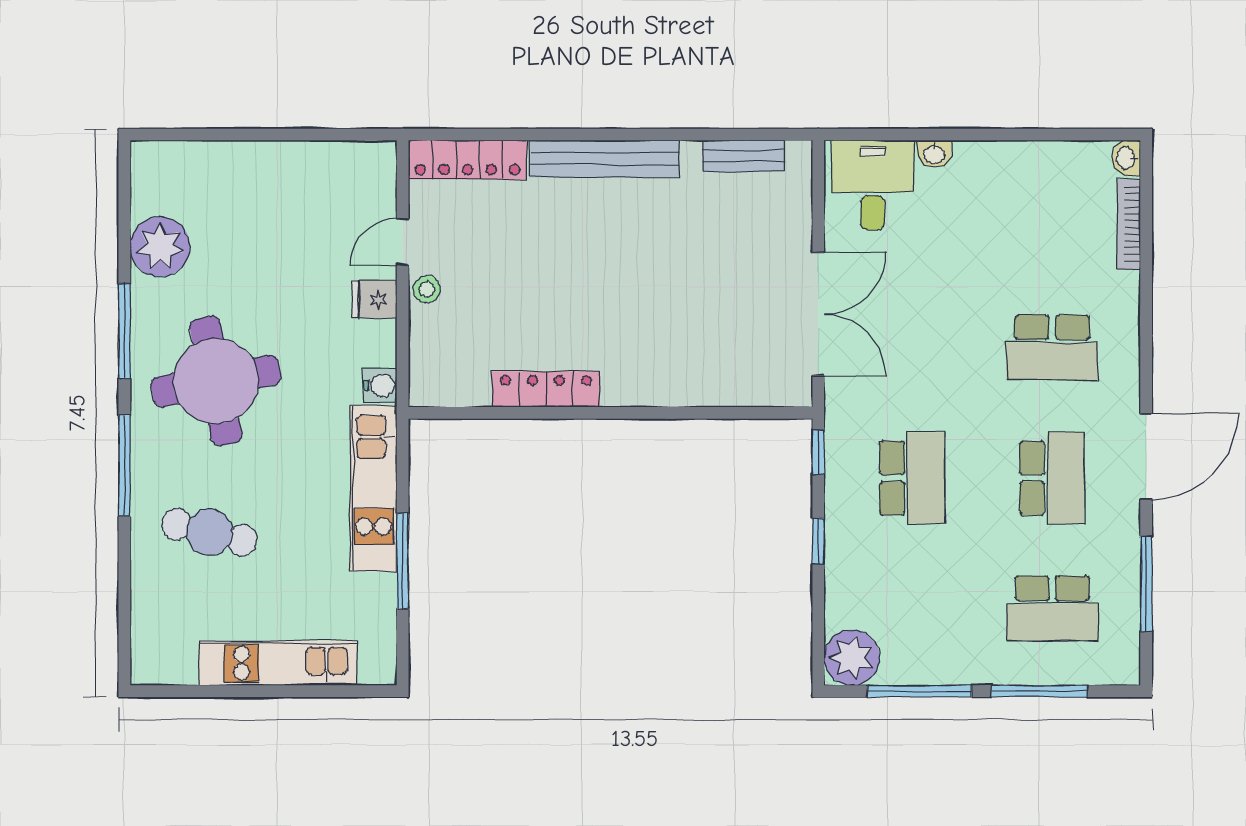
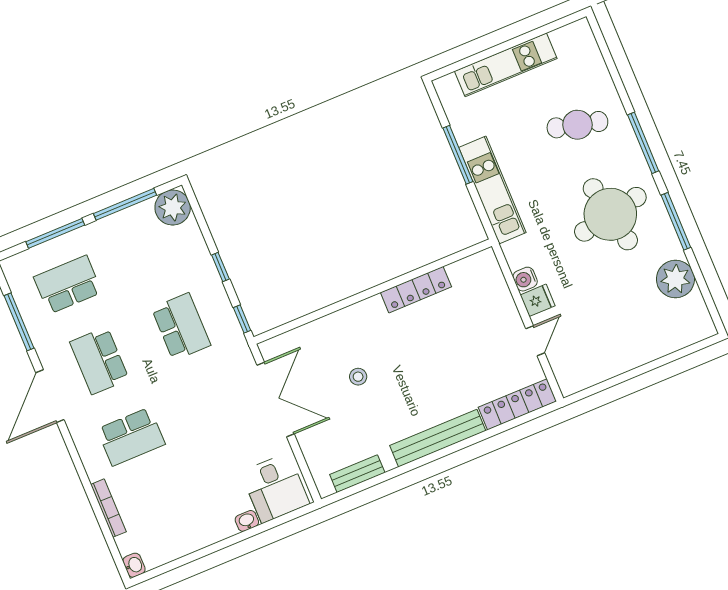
bookcase: (1129, 224) -> (108, 508), moved
stool: (427, 289) -> (358, 377), moved
double door: (818, 314) -> (276, 399), swing flipped
school desk: (1052, 348) -> (131, 437), turned 180
water cooler: (380, 385) -> (525, 279), moved
school desk: (912, 478) -> (181, 327), turned 180

